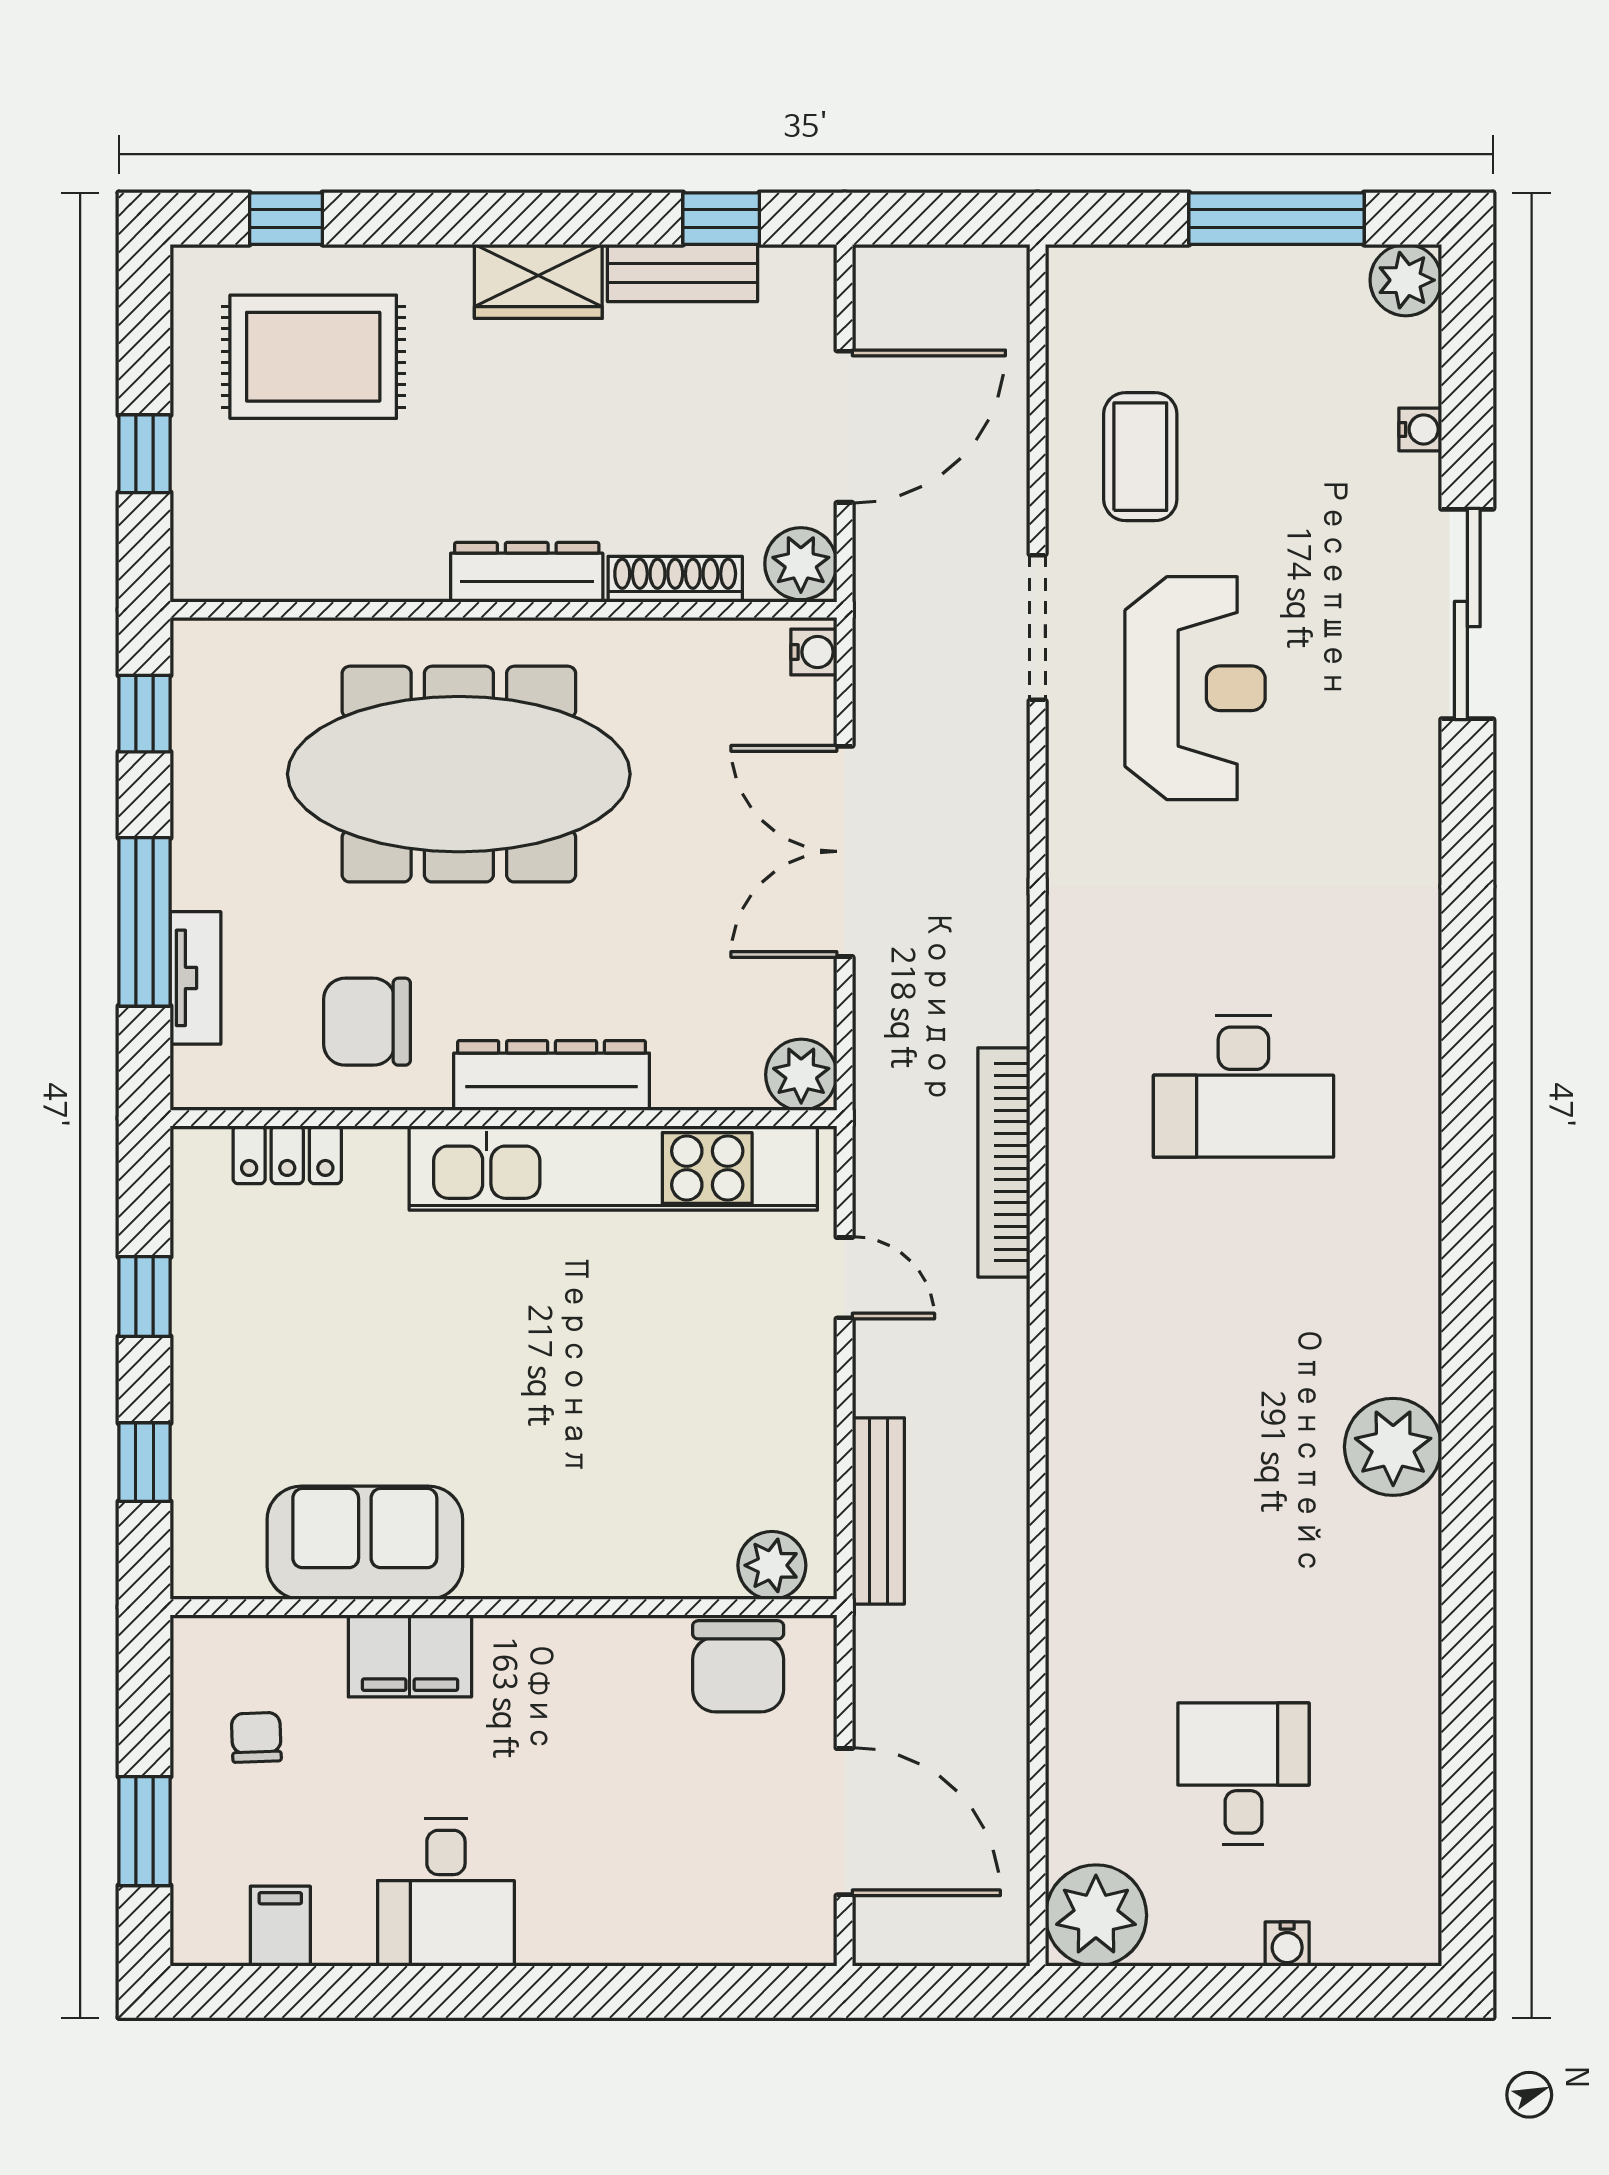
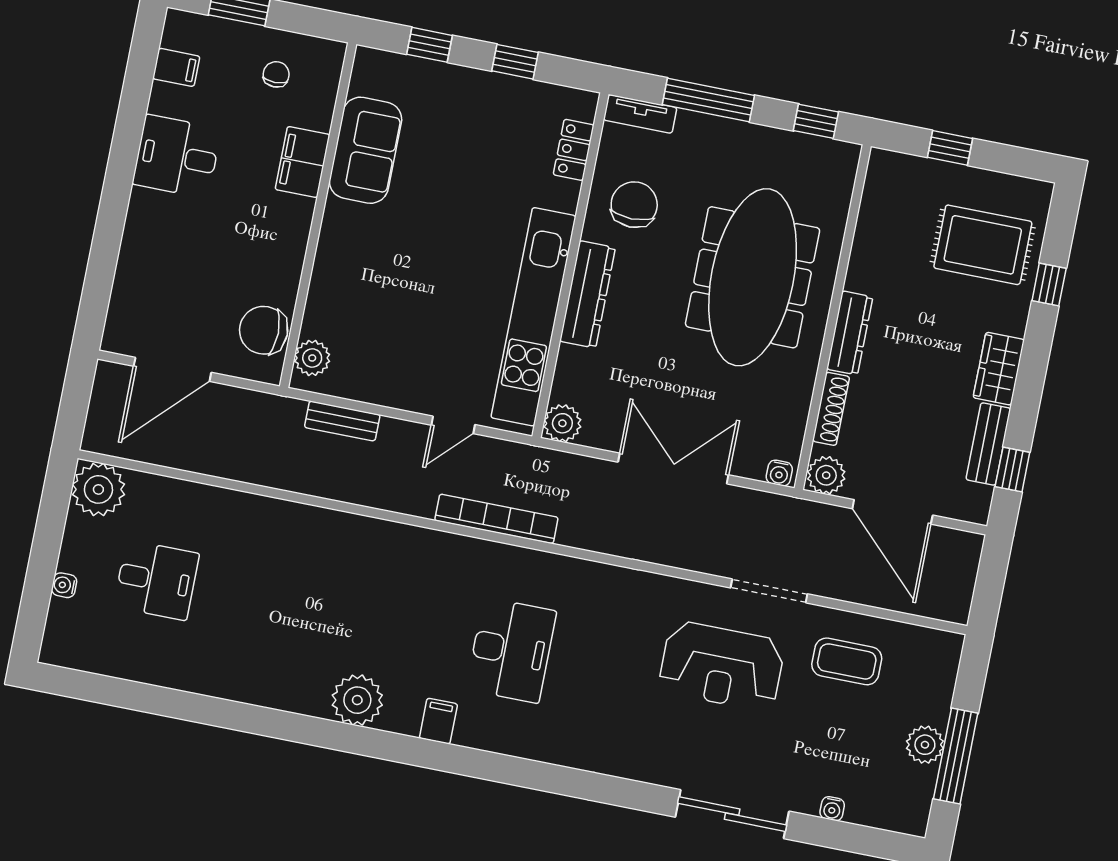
window: (286, 219) -> (1049, 285), moved
plant: (1406, 280) -> (925, 745), moved
rug: (313, 357) -> (983, 245), turned 90
tv unit: (196, 978) -> (640, 114), moved
desk: (1243, 1086) -> (511, 650), turned 180
filing cabinet: (1402, 1196) -> (438, 721), added
plant: (1393, 1447) -> (357, 700), moved
bench: (878, 1511) -> (342, 421), width x0.73
chair: (256, 1737) -> (276, 74), turned -88

